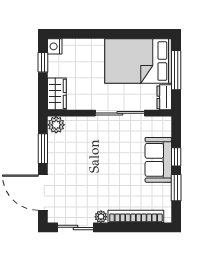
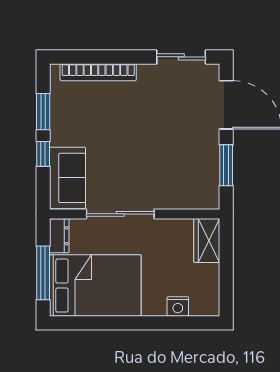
nightstand: (55, 46) -> (178, 307), moved, turned 90
window: (43, 62) -> (226, 284), removed
plant: (56, 125) -> (208, 198), removed
sofa: (158, 160) -> (67, 178), moved
plant: (101, 217) -> (146, 72), removed

